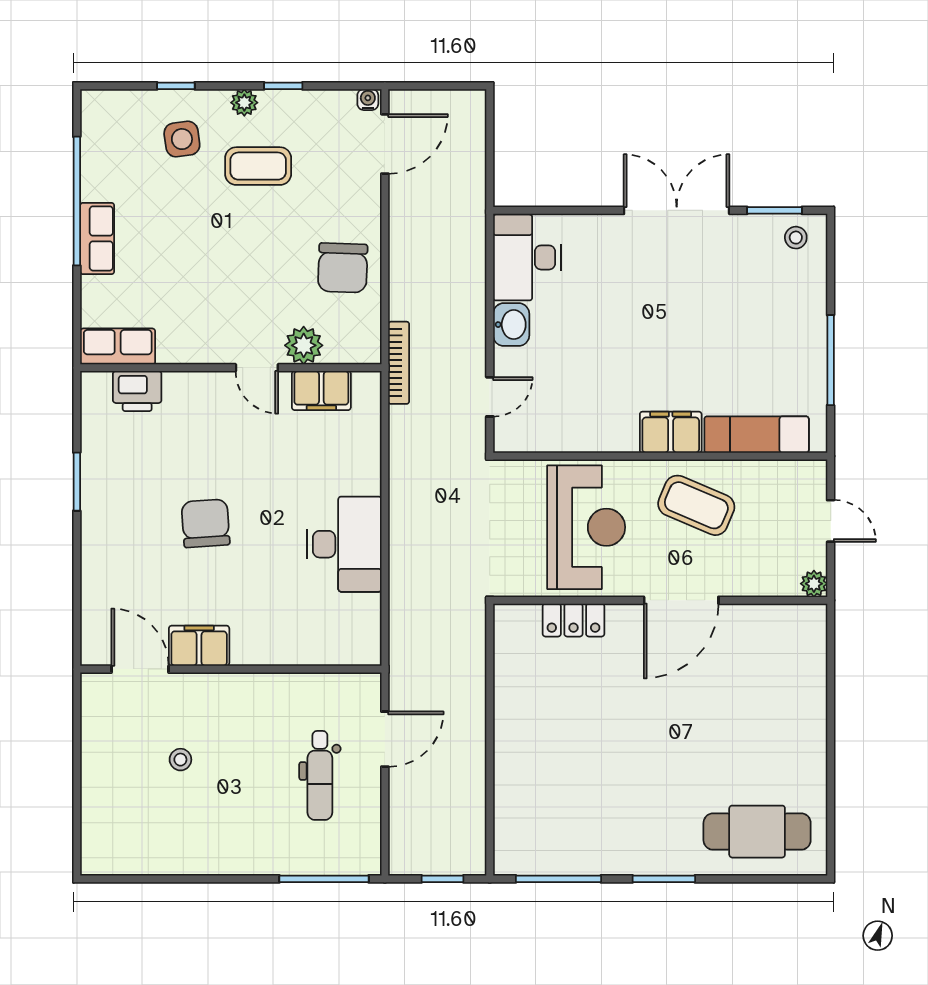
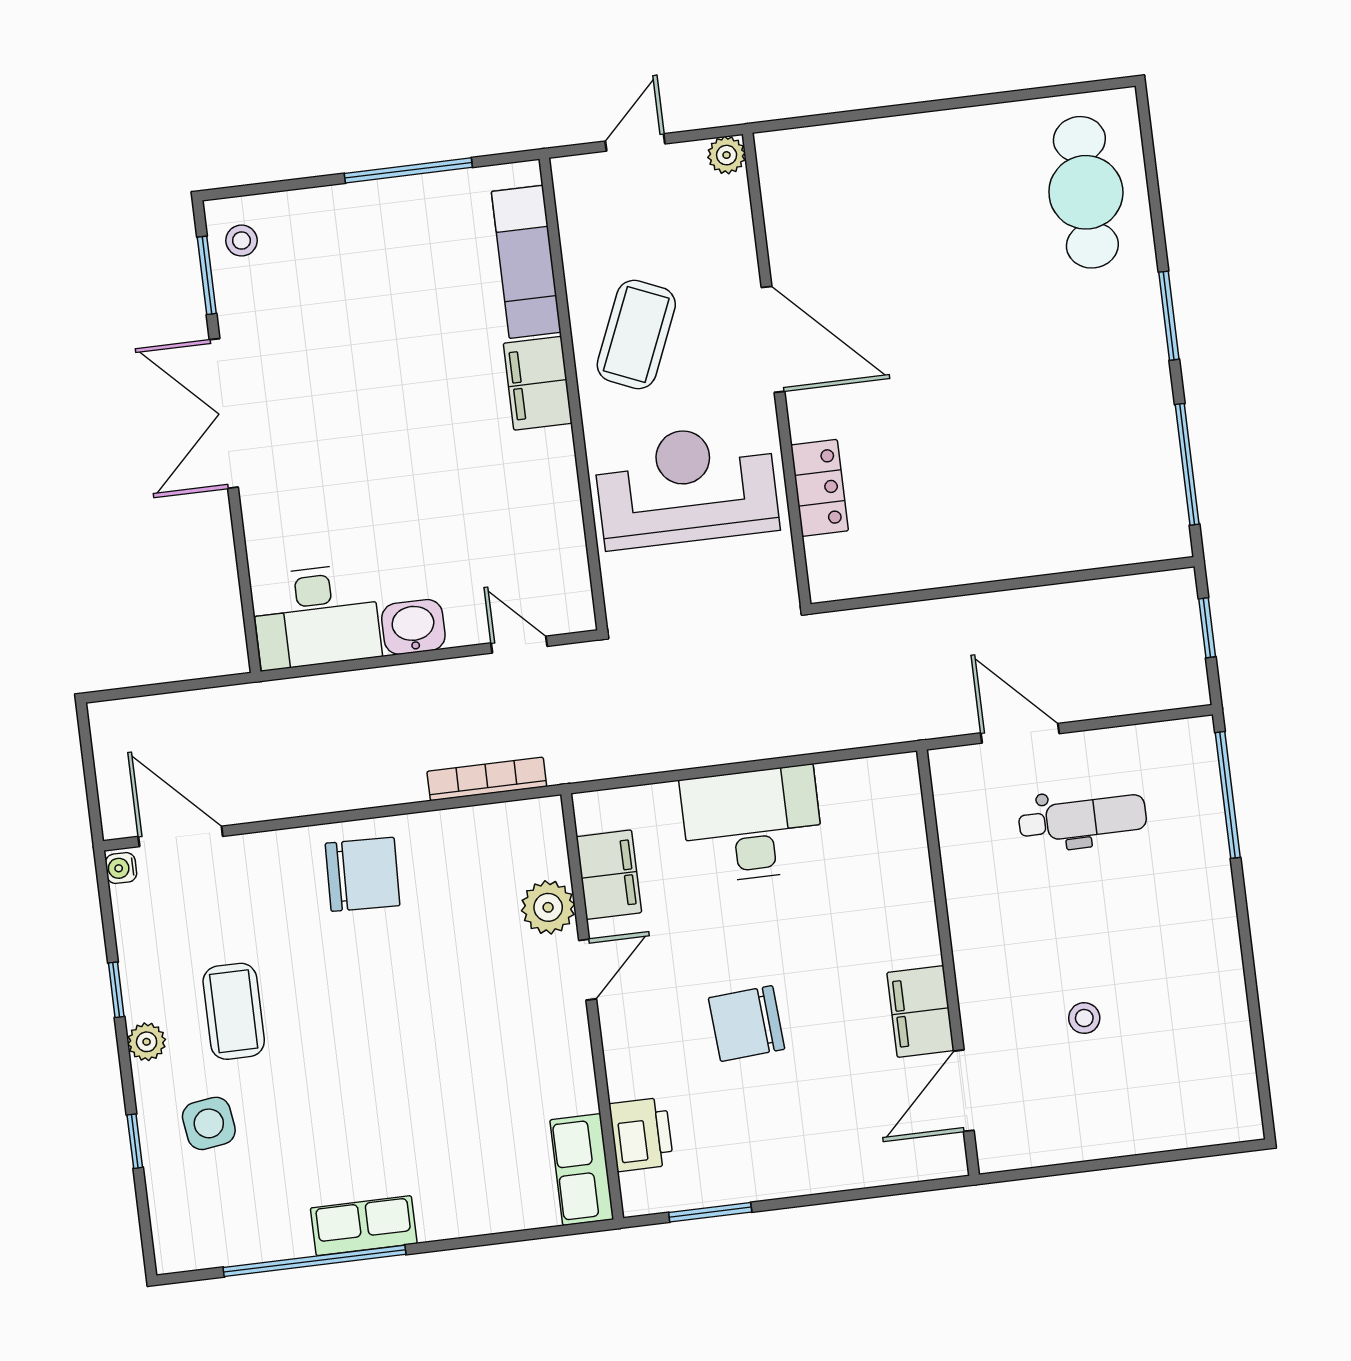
plant: (304, 345) -> (548, 907), moved
row of seats: (118, 346) -> (582, 1170), moved
wall: (231, 368) -> (592, 1006), moved
door: (257, 368) -> (588, 970), moved
printer: (137, 391) -> (641, 1134), moved
filing cabinet: (321, 391) -> (609, 875), moved

